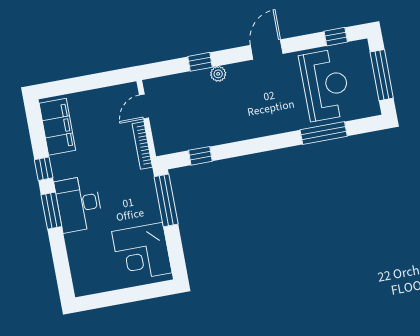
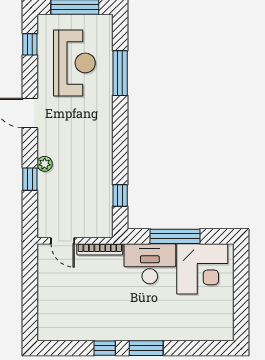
reception desk: (325, 85) -> (74, 63), turned 90
filing cabinet: (57, 127) -> (67, 328), removed
window: (166, 200) -> (175, 236), moved
desk: (79, 204) -> (150, 264), moved, turned 180

